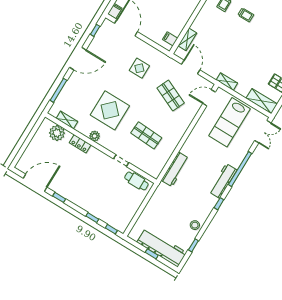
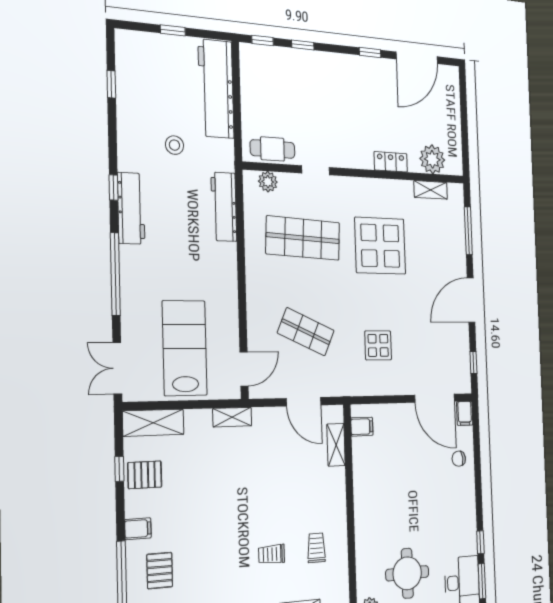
shop shelf: (146, 135) -> (303, 238), width x1.43, depth x1.36
plant: (95, 136) -> (268, 182), moved
workbench: (223, 181) -> (131, 208), moved
stool: (195, 225) -> (174, 145), moved
workbench: (162, 247) -> (216, 89), moved, turned 90

